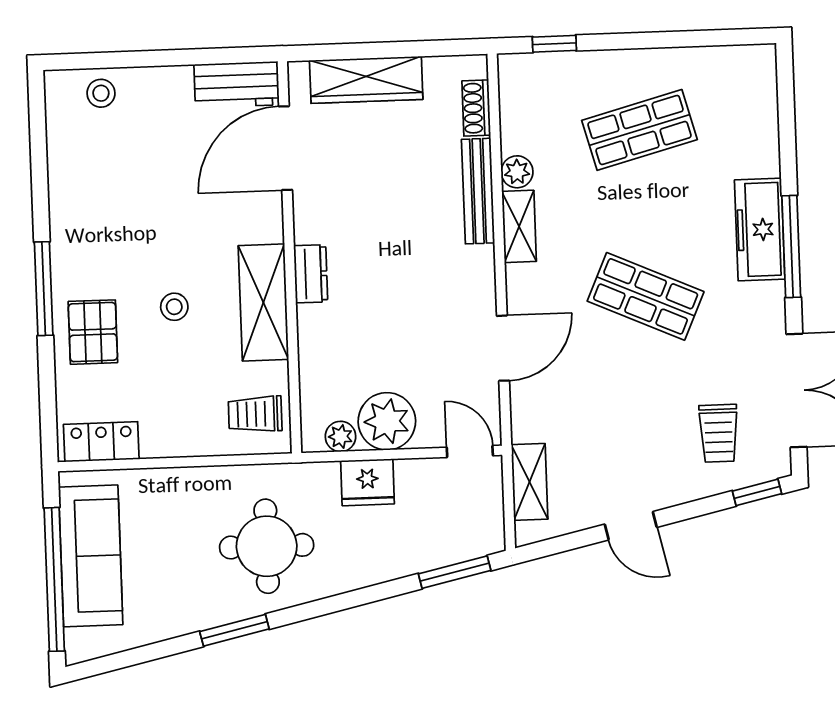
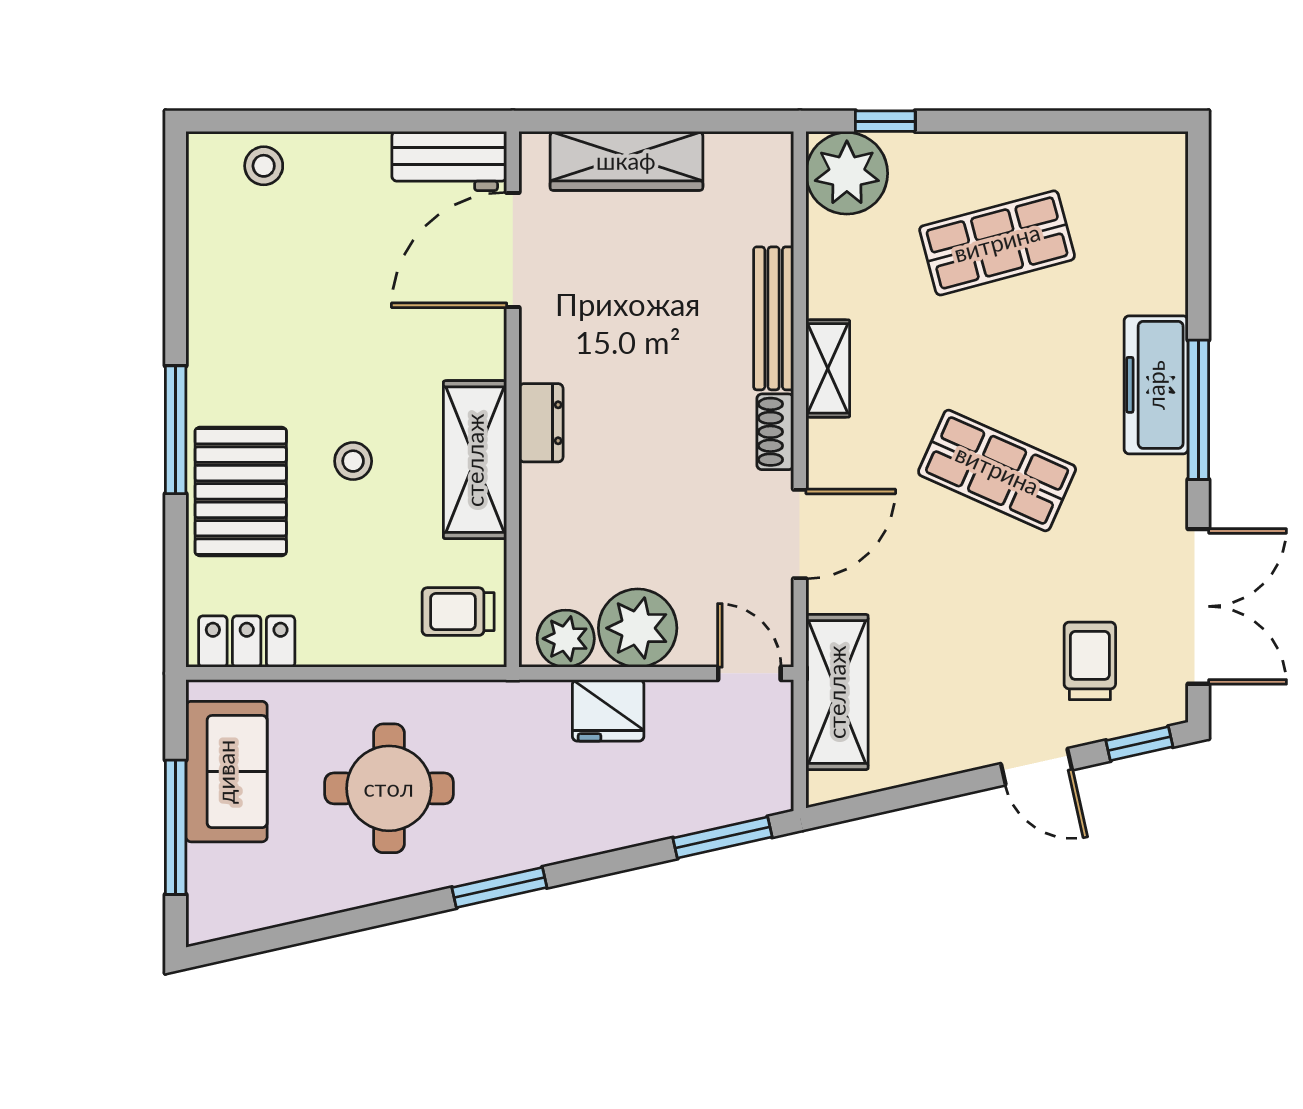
shoe rack: (476, 108) -> (775, 432), moved
plant: (517, 172) -> (847, 173), moved, width x1.87, depth x1.87
pallet: (93, 332) -> (241, 491), width x1.50, depth x1.42
trolley: (719, 433) -> (1090, 661), turned 180
plant: (341, 436) -> (566, 639), width x1.38, depth x1.38
shelving: (529, 482) -> (837, 692), width x1.50, depth x1.33
door: (631, 526) -> (1036, 767), moved
round table: (267, 546) -> (389, 788), moved
sofa: (91, 556) -> (226, 772), width x0.73
window: (54, 579) -> (176, 827), width x0.68
window: (234, 630) -> (499, 888), moved

